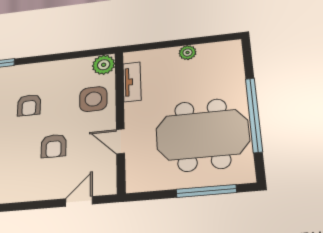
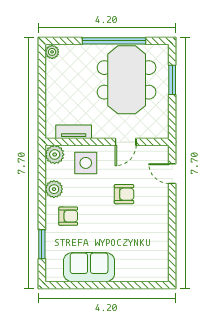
plant: (188, 53) -> (52, 52), moved
plant: (62, 69) -> (54, 189), added
armchair: (29, 105) -> (68, 216), moved
window: (206, 191) -> (172, 80), width x0.69

